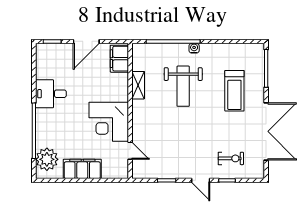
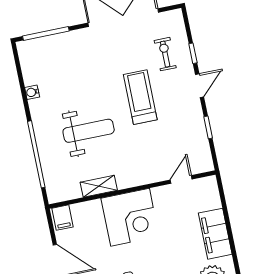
water cooler: (194, 48) -> (32, 92), moved
filing cabinet: (119, 59) -> (63, 218), width x0.50
treadmill: (234, 91) -> (140, 97), moved, turned -90
corner desk: (109, 122) -> (130, 217), moved

